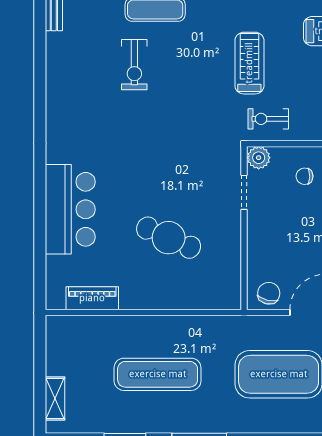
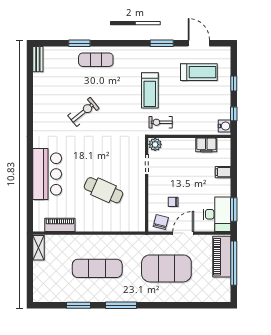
treadmill: (249, 63) -> (150, 90), turned 180
exercise bike: (134, 65) -> (83, 112), moved, turned -129
chair: (305, 176) -> (173, 202), moved
shelving: (55, 398) -> (39, 248), moved

